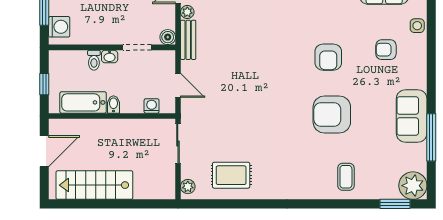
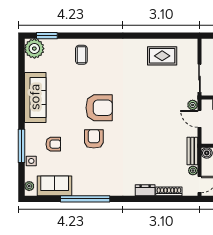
armchair: (332, 114) -> (99, 108), moved
sofa: (412, 116) -> (35, 97), width x1.36
window: (431, 137) -> (21, 146), moved
plant: (188, 187) -> (193, 105), moved

